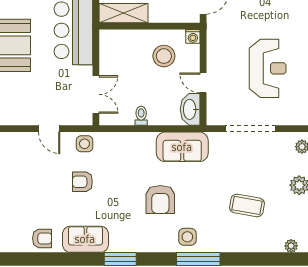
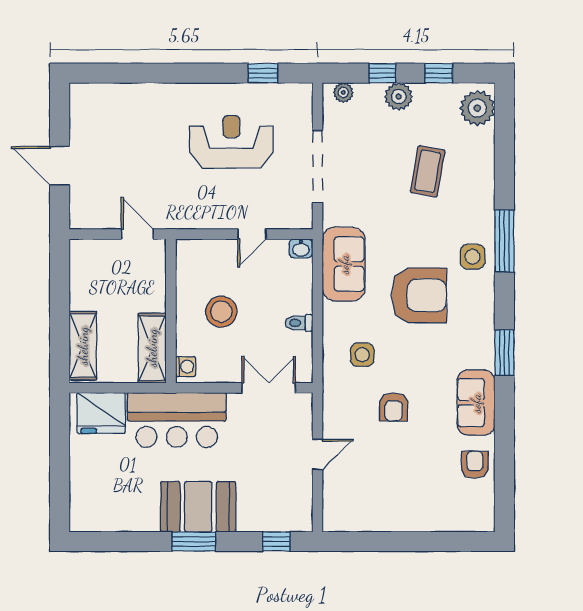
washing machine: (193, 36) -> (186, 367), moved
stool: (164, 56) -> (221, 312), moved
washbasin: (190, 109) -> (301, 248), width x0.52, depth x0.69
side table: (85, 144) -> (362, 355), moved
armchair: (160, 199) -> (419, 295), width x1.36, depth x1.36
plant: (291, 246) -> (477, 108), width x1.88, depth x1.88

